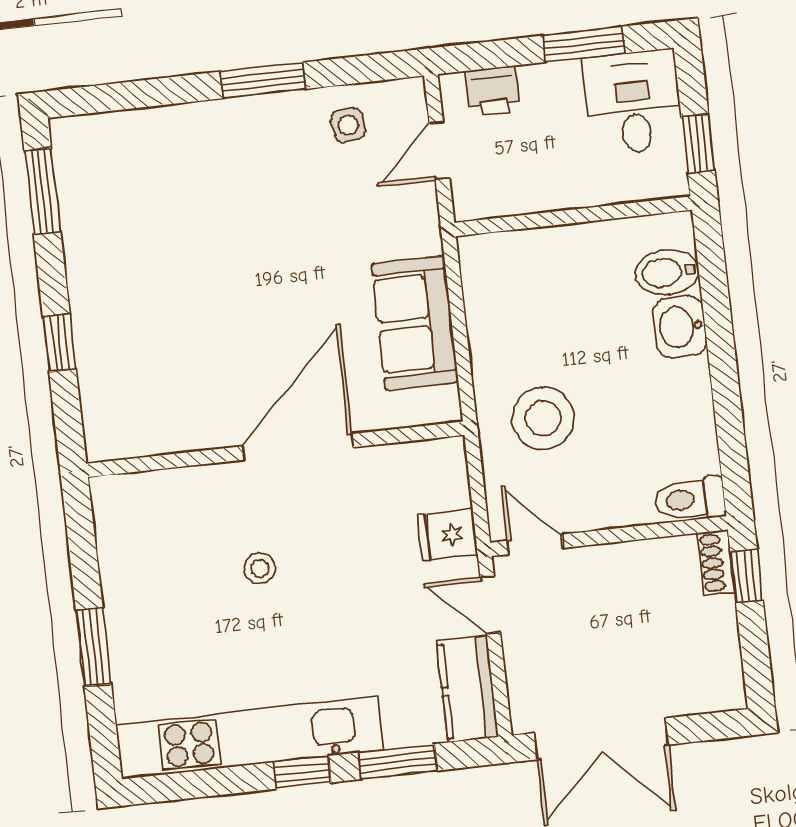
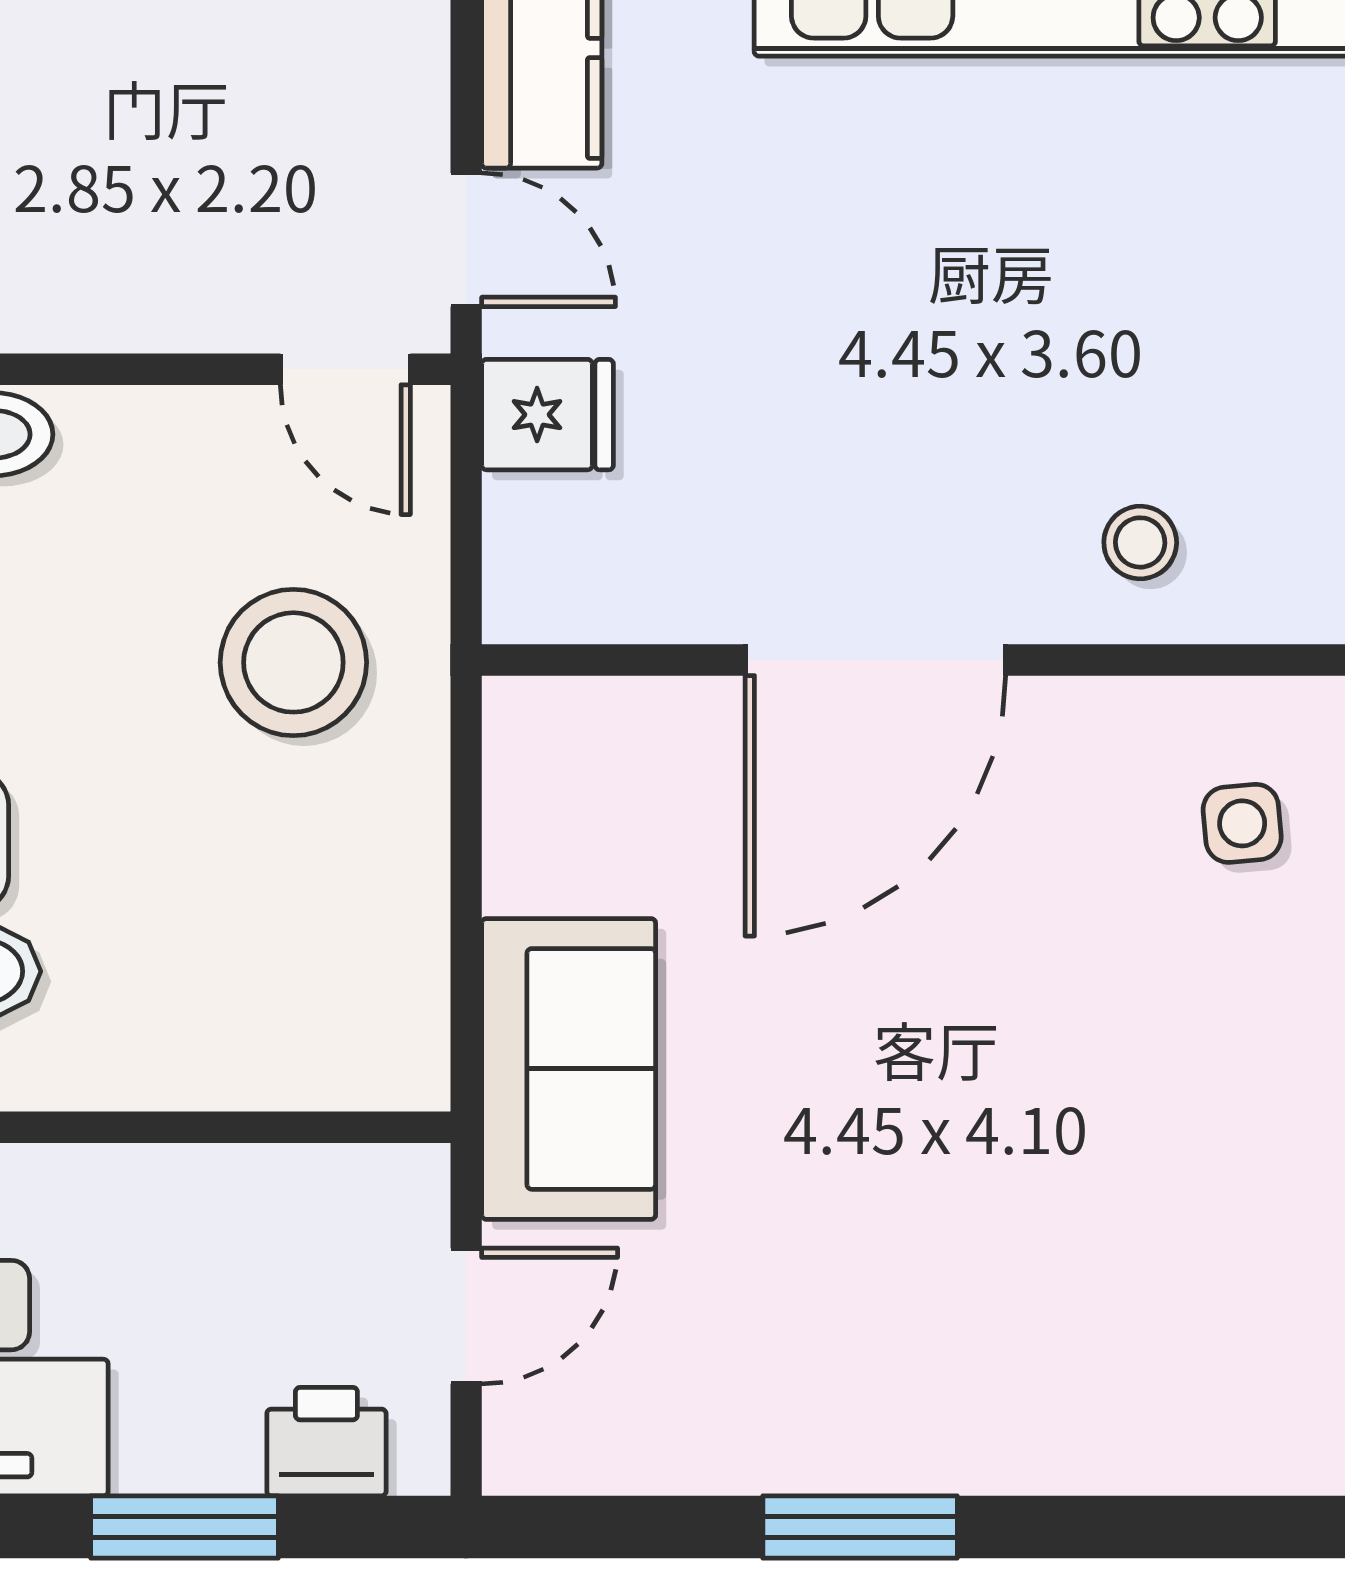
window: (584, 44) -> (185, 1527), moved
side table: (348, 125) -> (1242, 823), moved
sofa: (415, 323) -> (569, 1069), moved
stool: (260, 568) -> (1140, 542), moved

